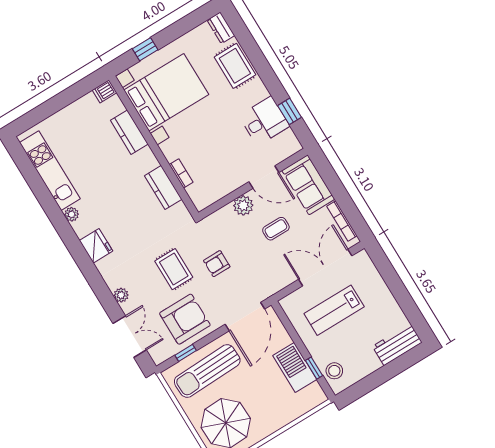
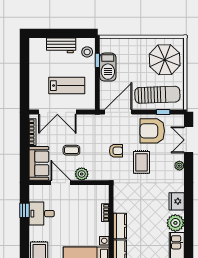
kitchen counter: (163, 187) -> (120, 226), moved
plant: (72, 214) -> (175, 223), width x1.88, depth x1.88
workbench: (397, 344) -> (61, 45), moved

